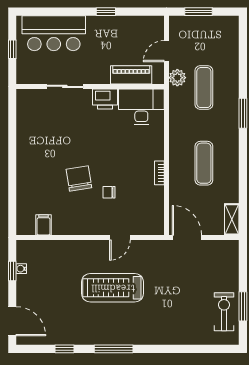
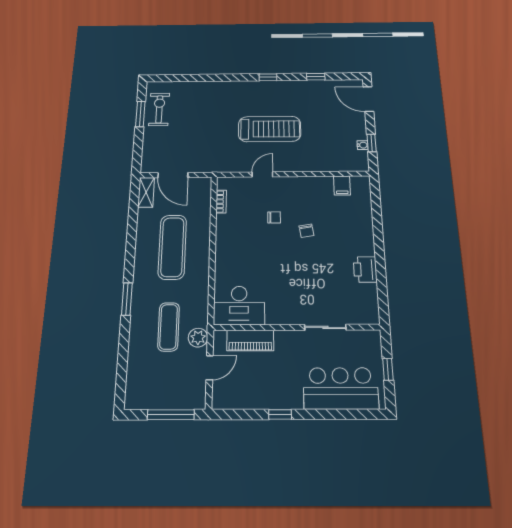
window: (198, 12) -> (171, 415), width x1.44
printer: (105, 99) -> (365, 269), moved, turned -90
exercise mat: (204, 163) -> (172, 247), width x1.36, depth x1.45
bookcase: (159, 173) -> (221, 202), moved
chair: (79, 178) -> (306, 231), width x0.54, depth x0.54
door: (187, 237) -> (173, 175), moved
exercise bike: (224, 312) -> (159, 109), turned 180
window: (114, 349) -> (268, 77), width x0.46

